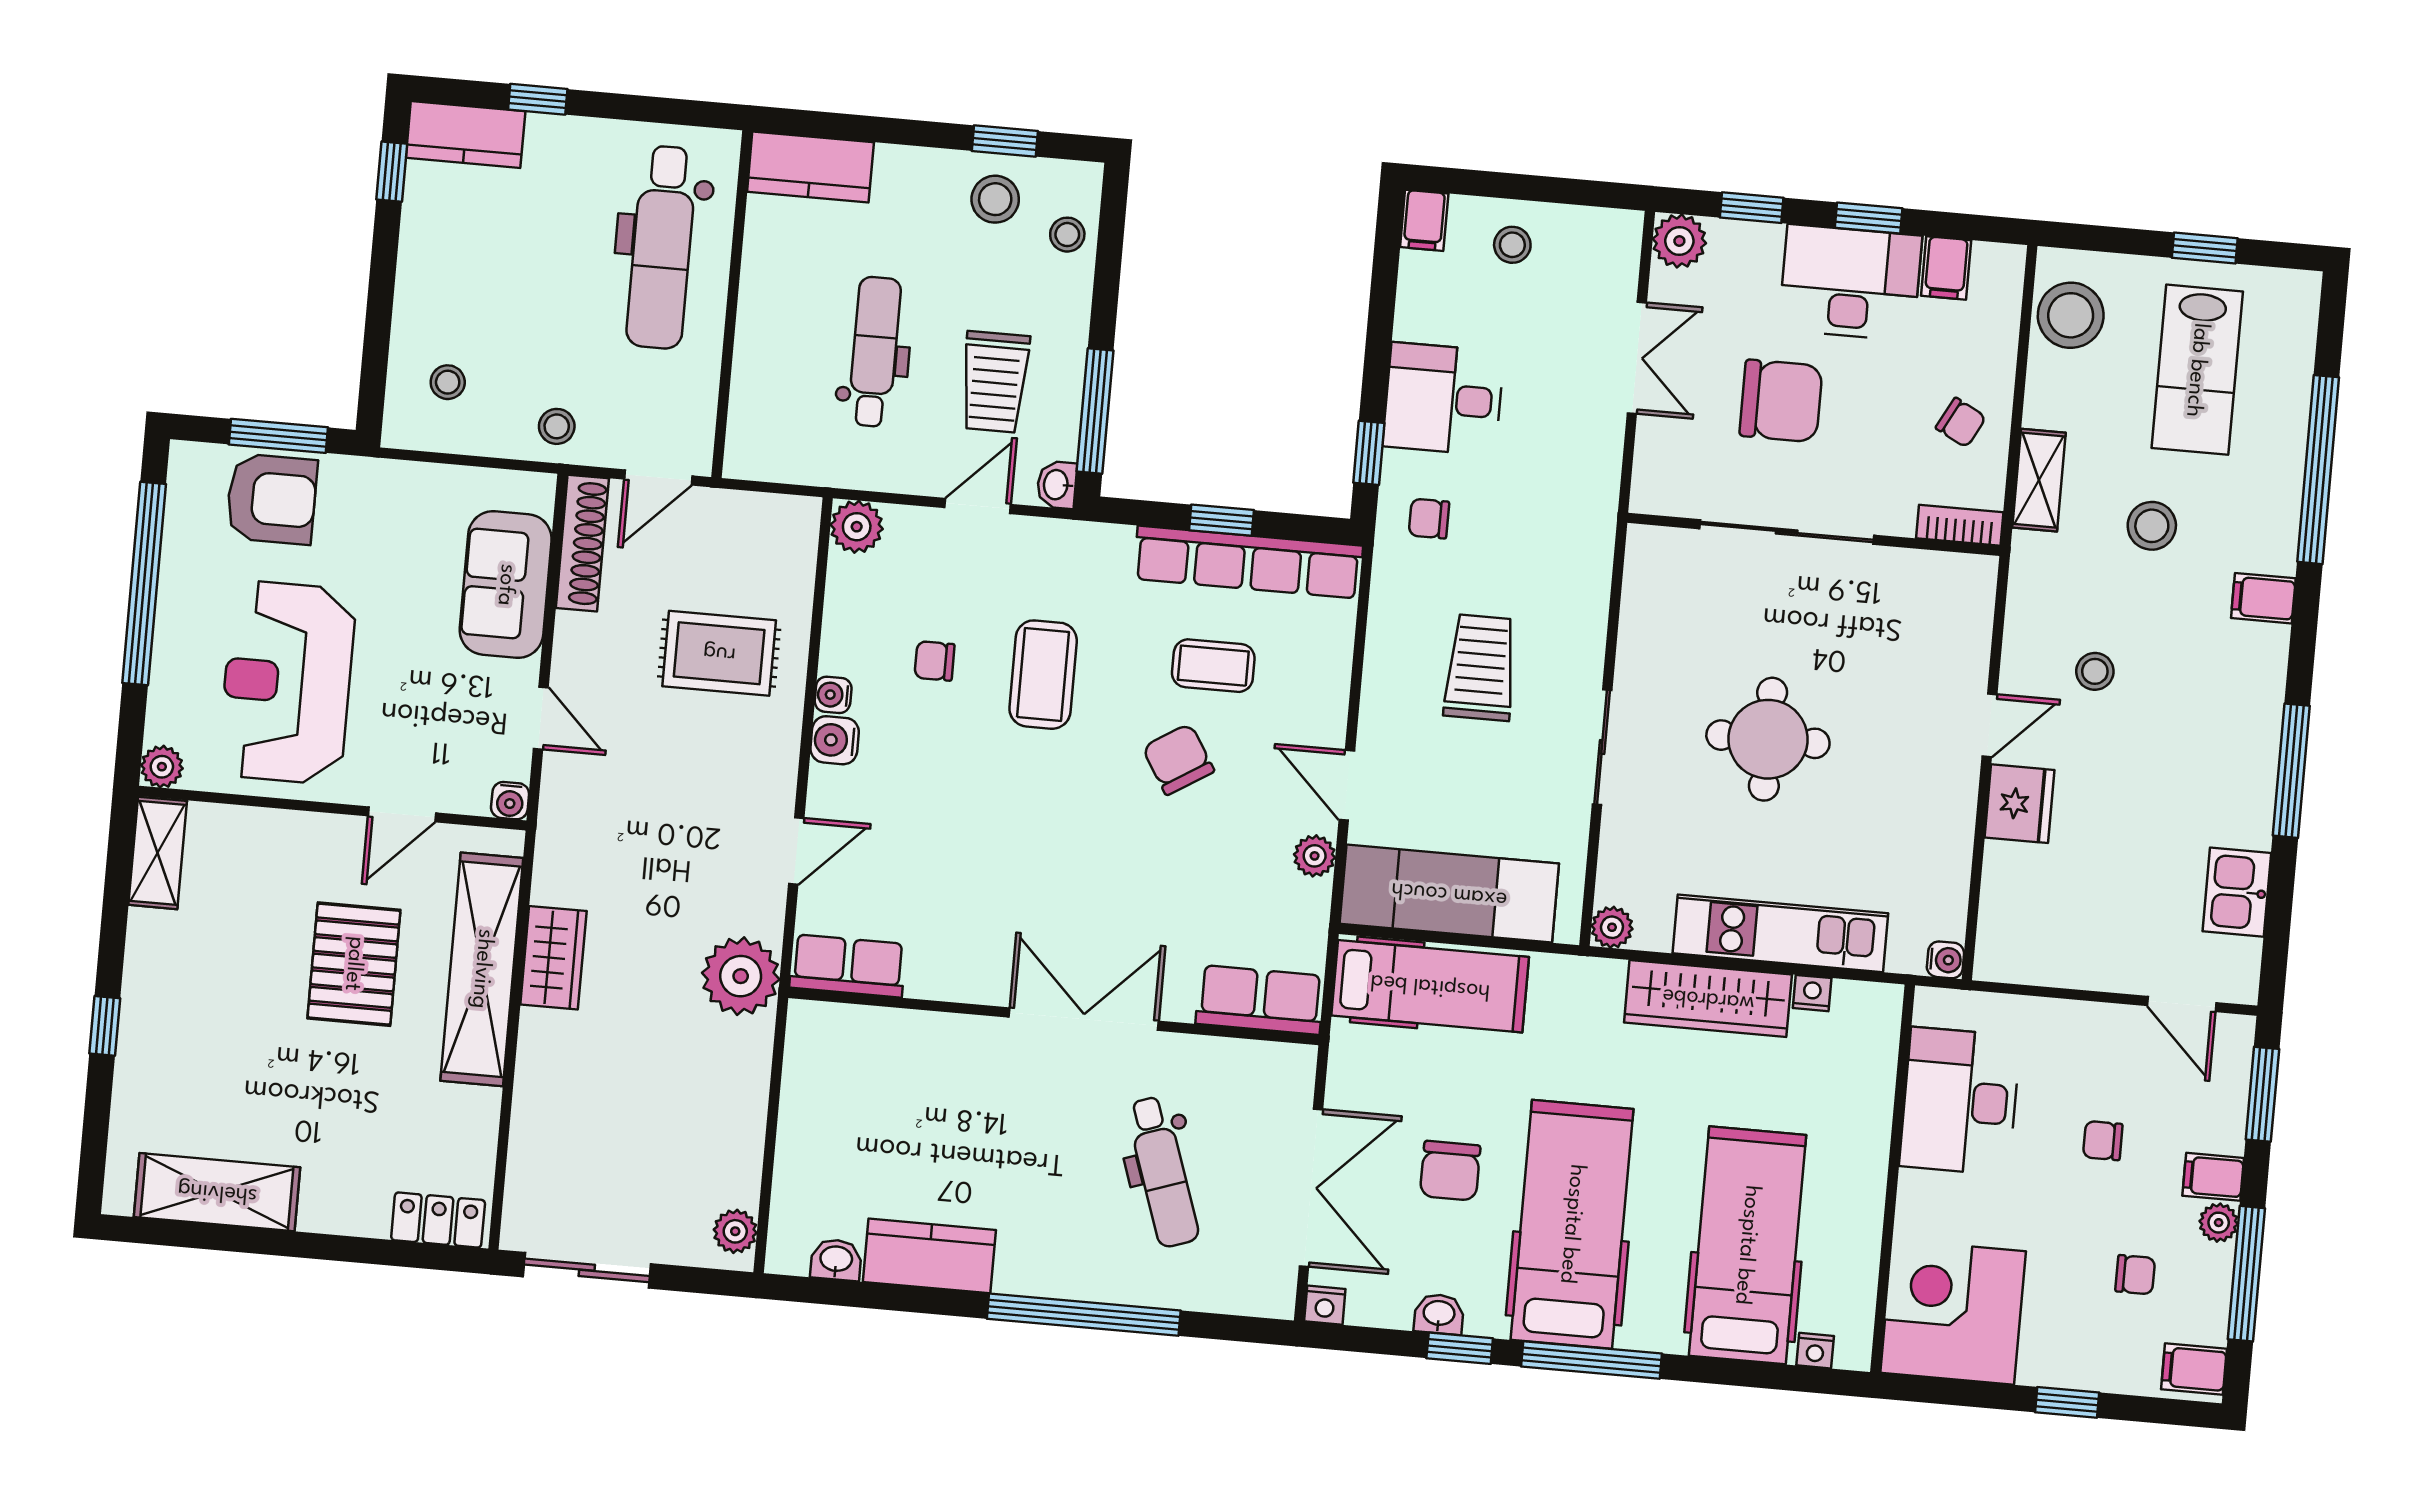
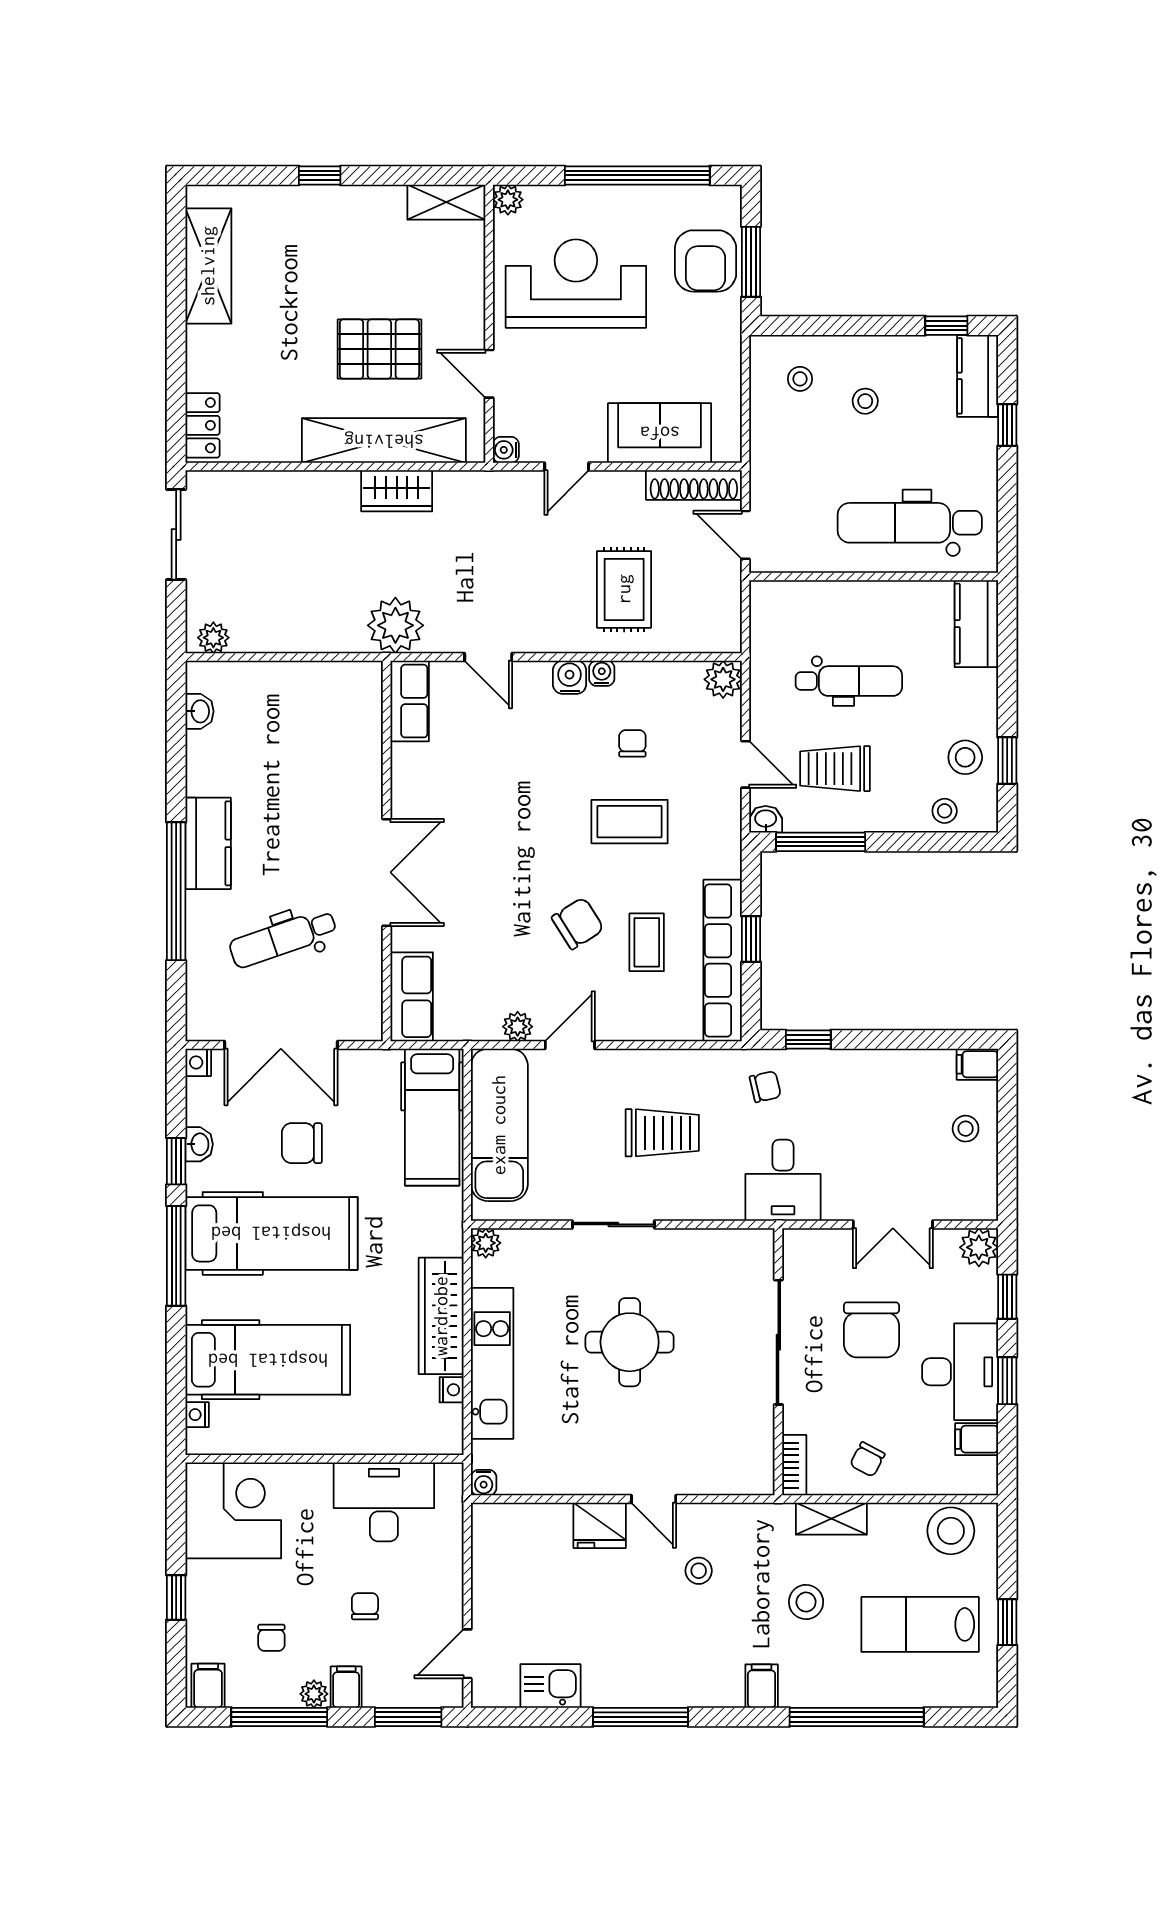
desk: (1443, 399) -> (783, 1180), moved, turned 180
stool: (557, 426) -> (865, 401), moved
chair: (1429, 519) -> (765, 1087), turned 77
kitchen counter: (929, 1256) -> (208, 843), moved

